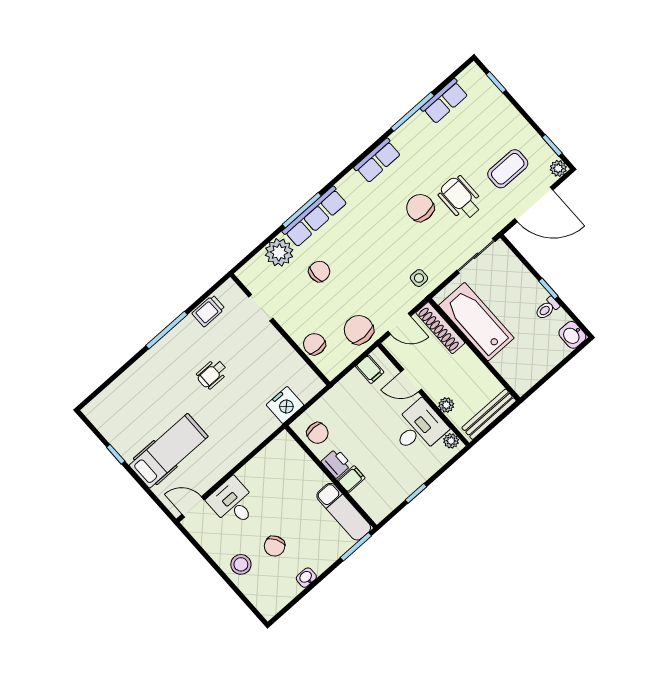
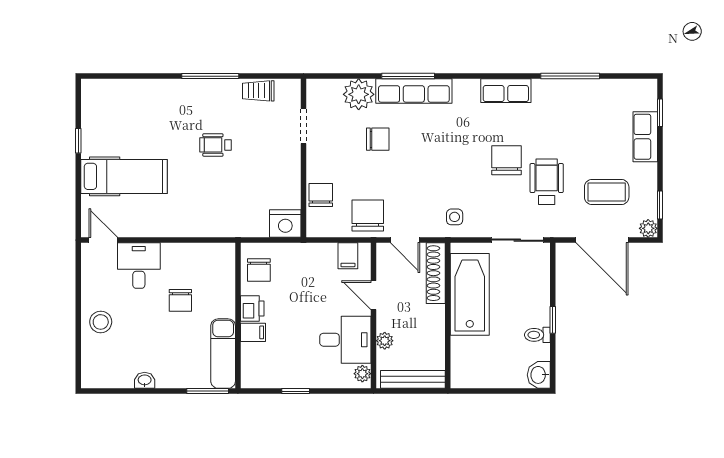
row of seats: (444, 101) -> (645, 137), moved, turned 90
nightstand: (285, 405) -> (285, 224), moved
chair: (275, 546) -> (180, 300), moved, turned -61

